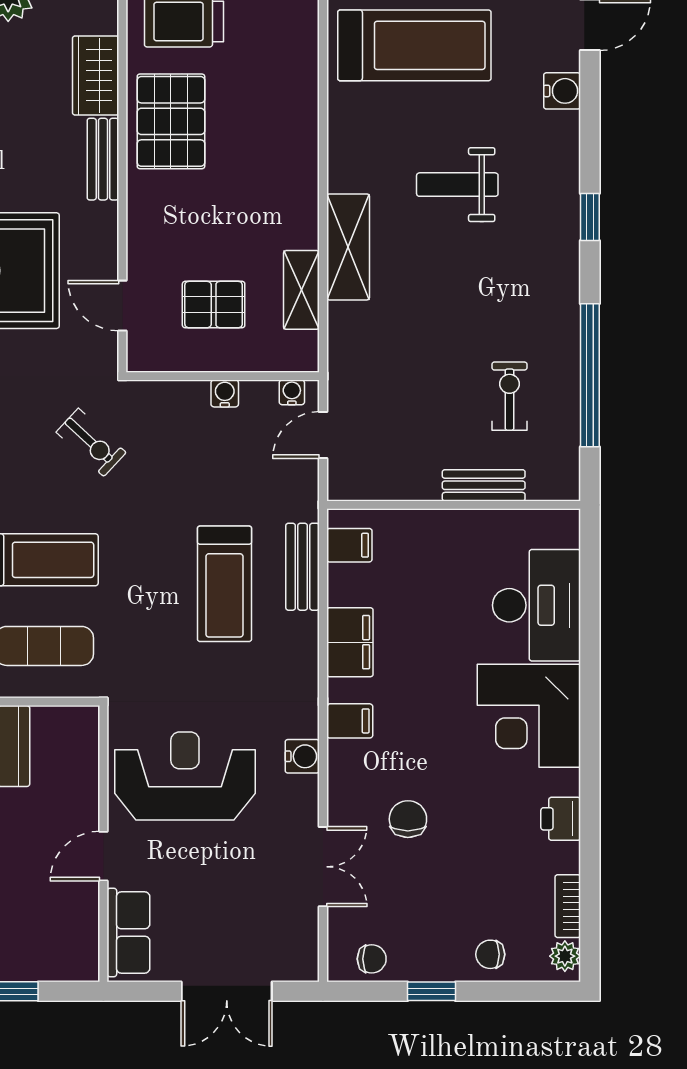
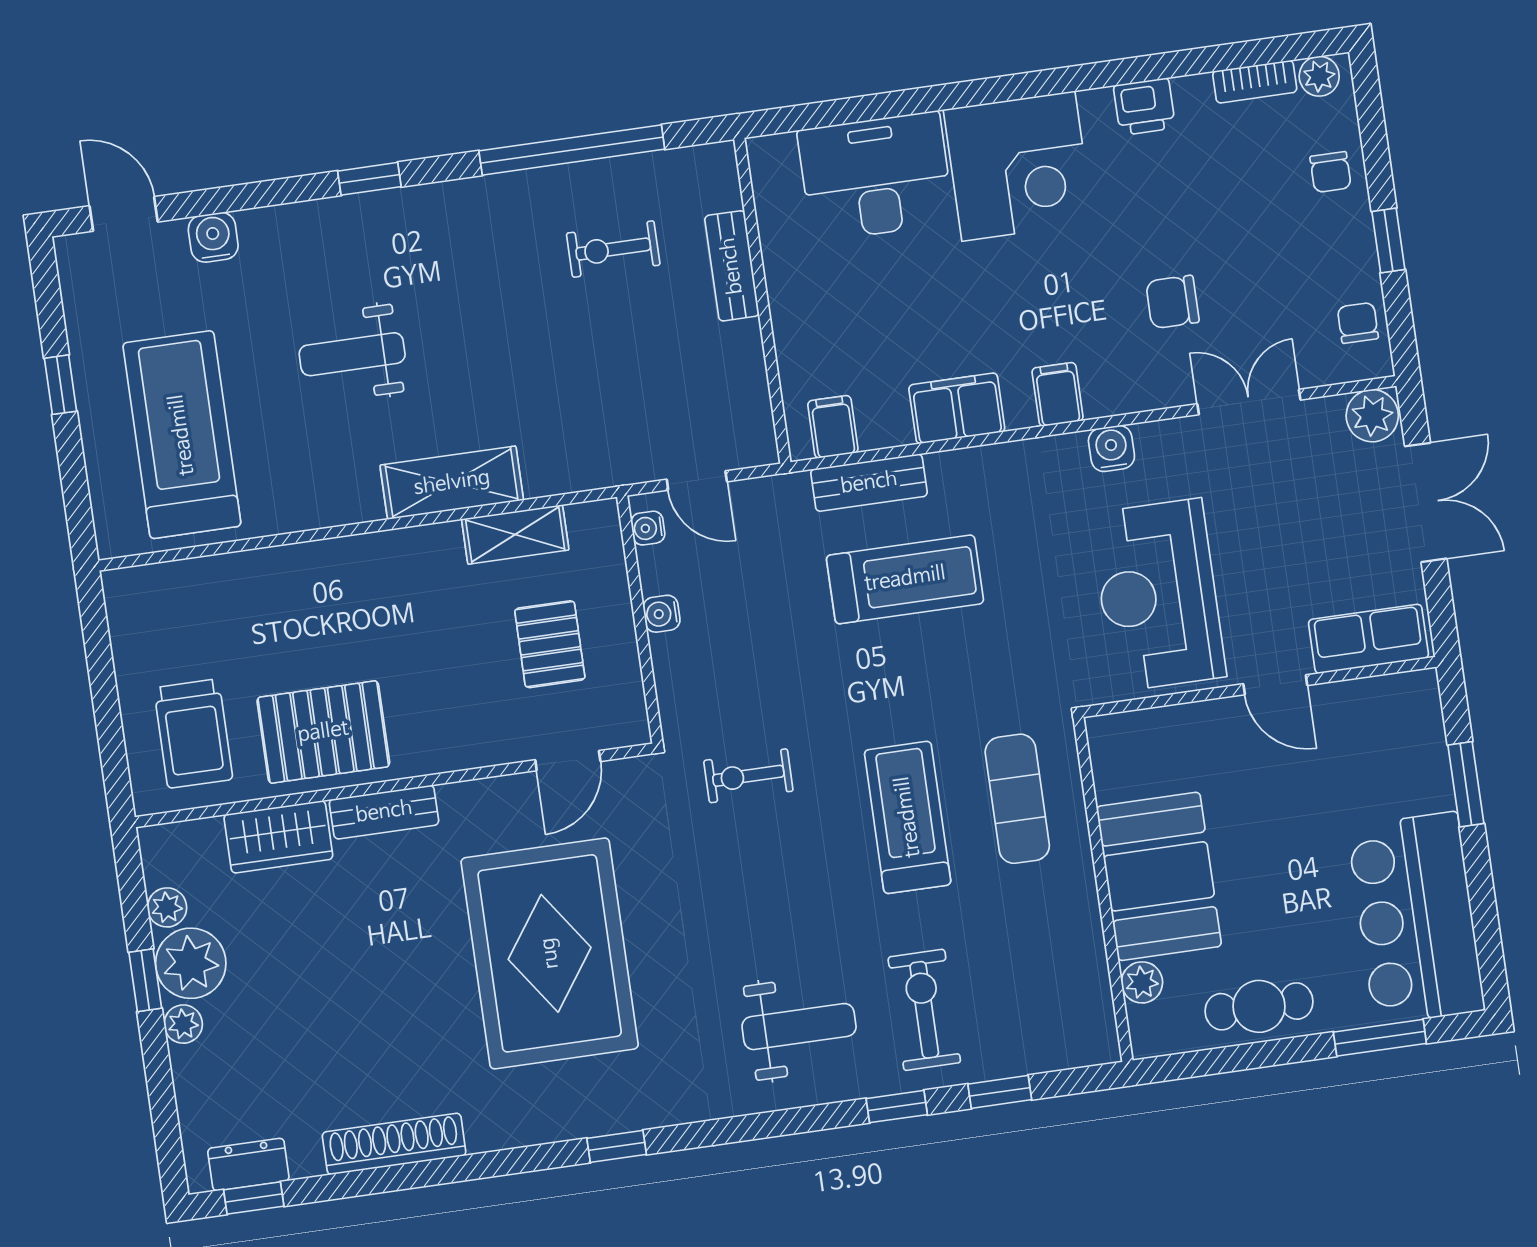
weight bench: (457, 185) -> (352, 354), turned 90
exercise bike: (91, 442) -> (748, 776), turned -133
plant: (299, 960) -> (1372, 416), added

